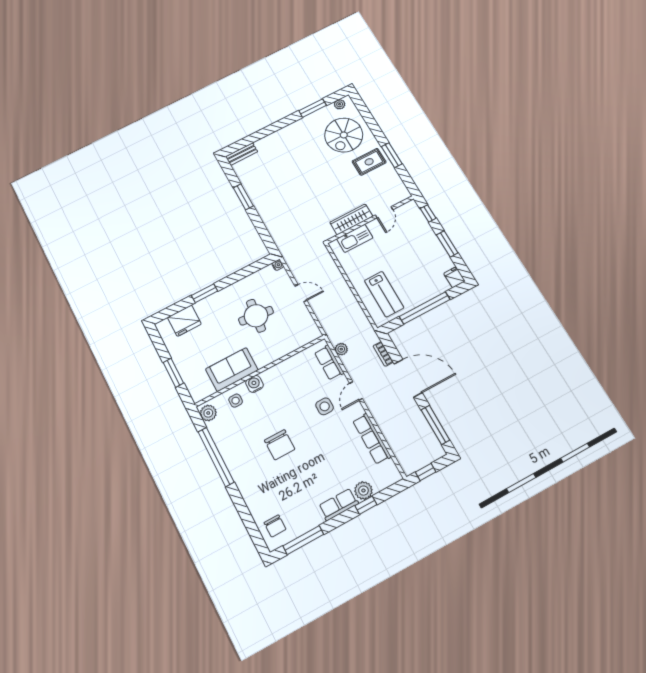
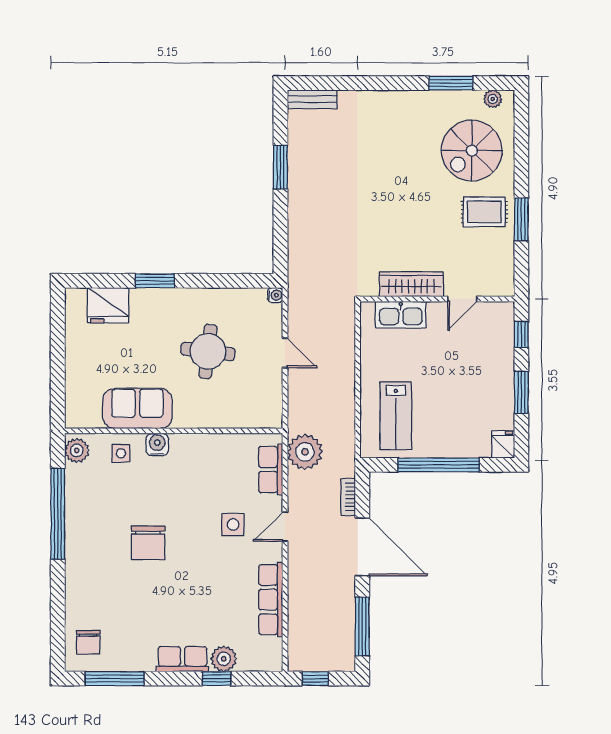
plant: (341, 349) -> (305, 452), width x1.87, depth x1.87
window: (173, 373) -> (58, 370), removed

